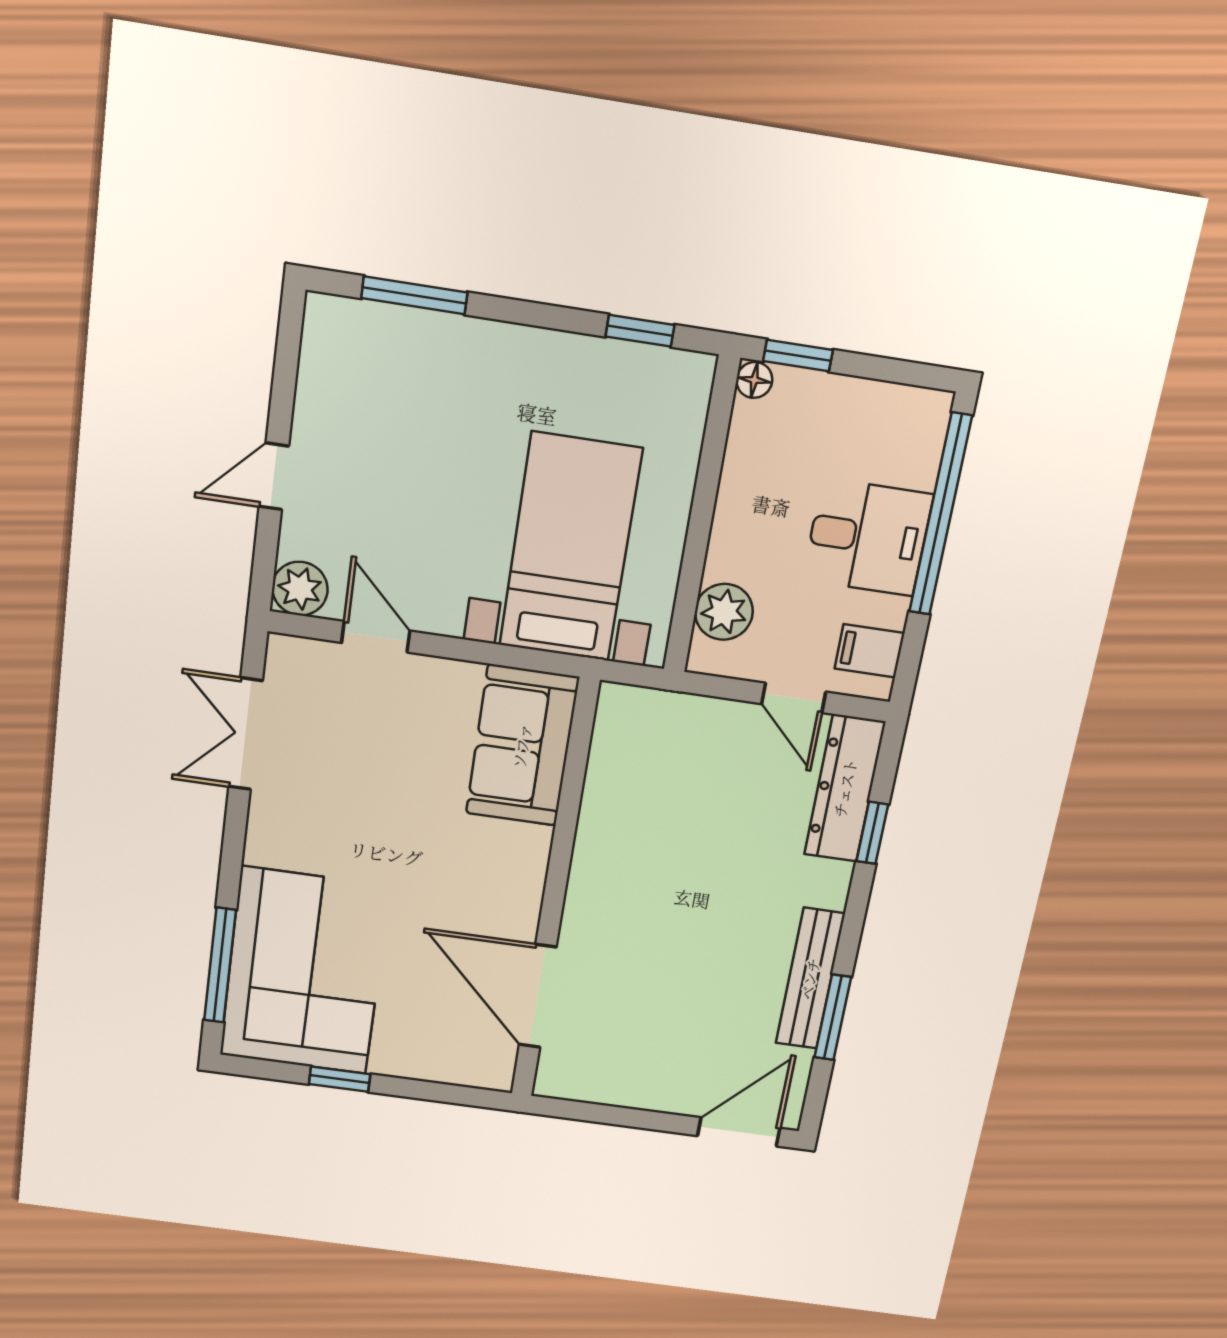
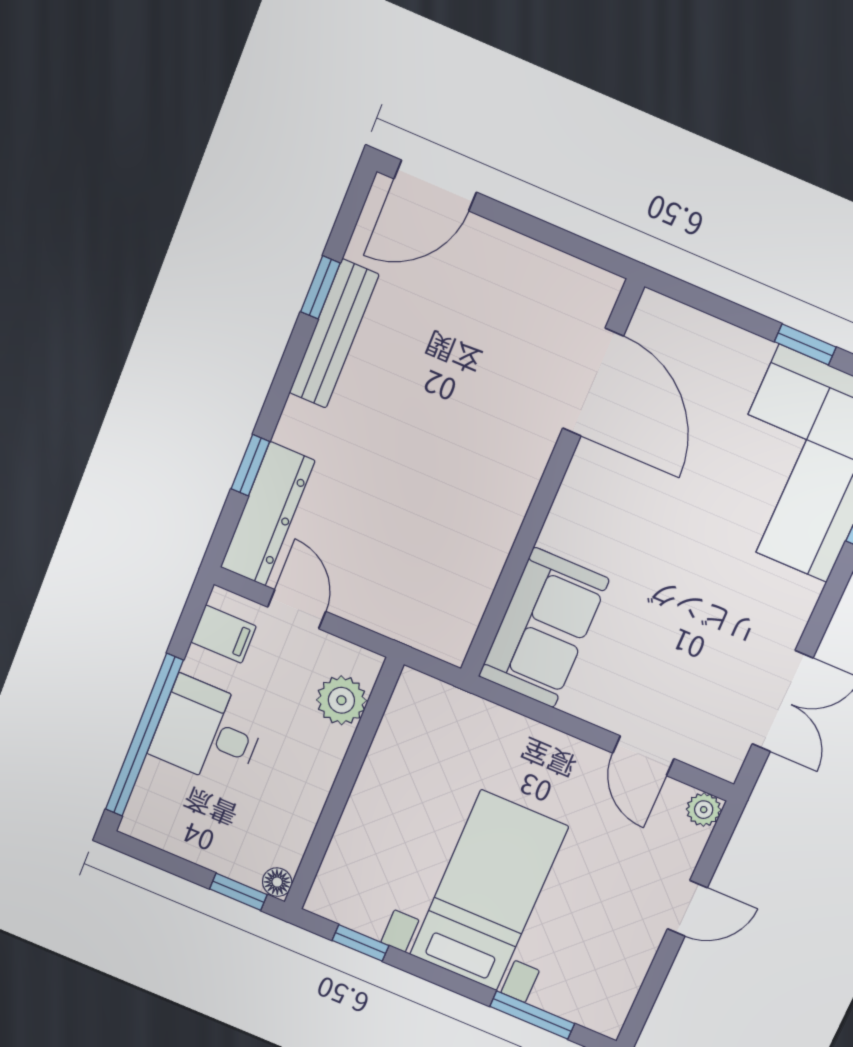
bed with nightstands: (570, 548) -> (489, 891), moved, turned 180
plant: (300, 589) -> (704, 810), width x0.73, depth x0.73
window: (833, 1017) -> (320, 287), width x0.67

